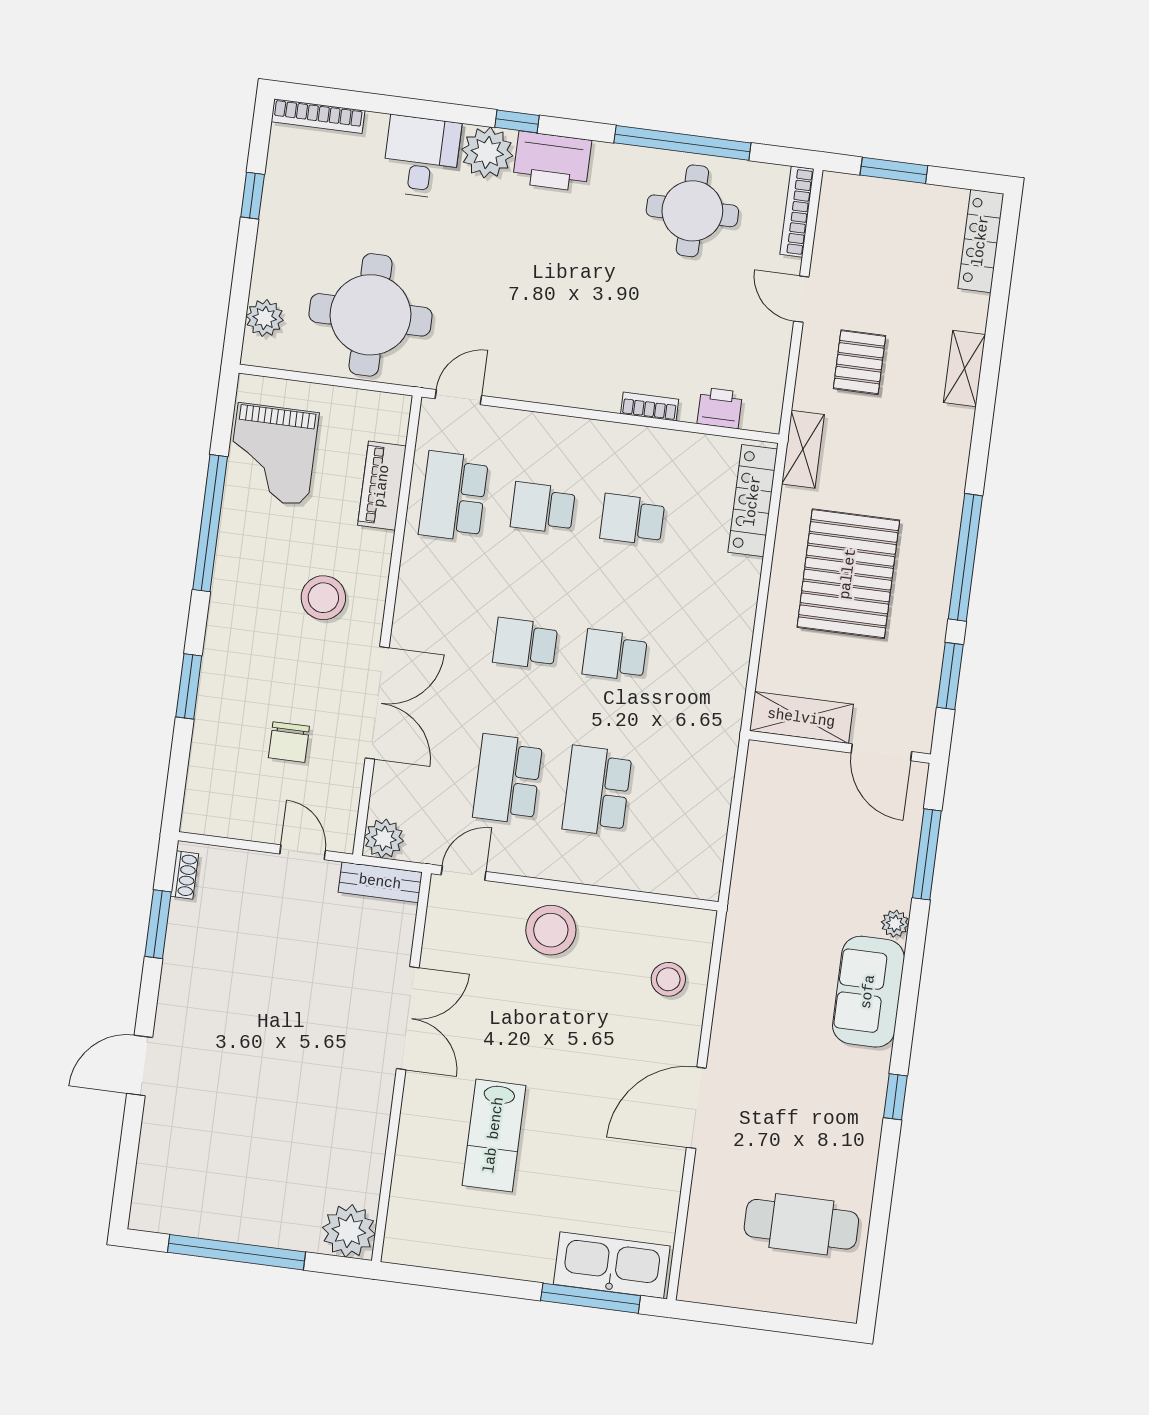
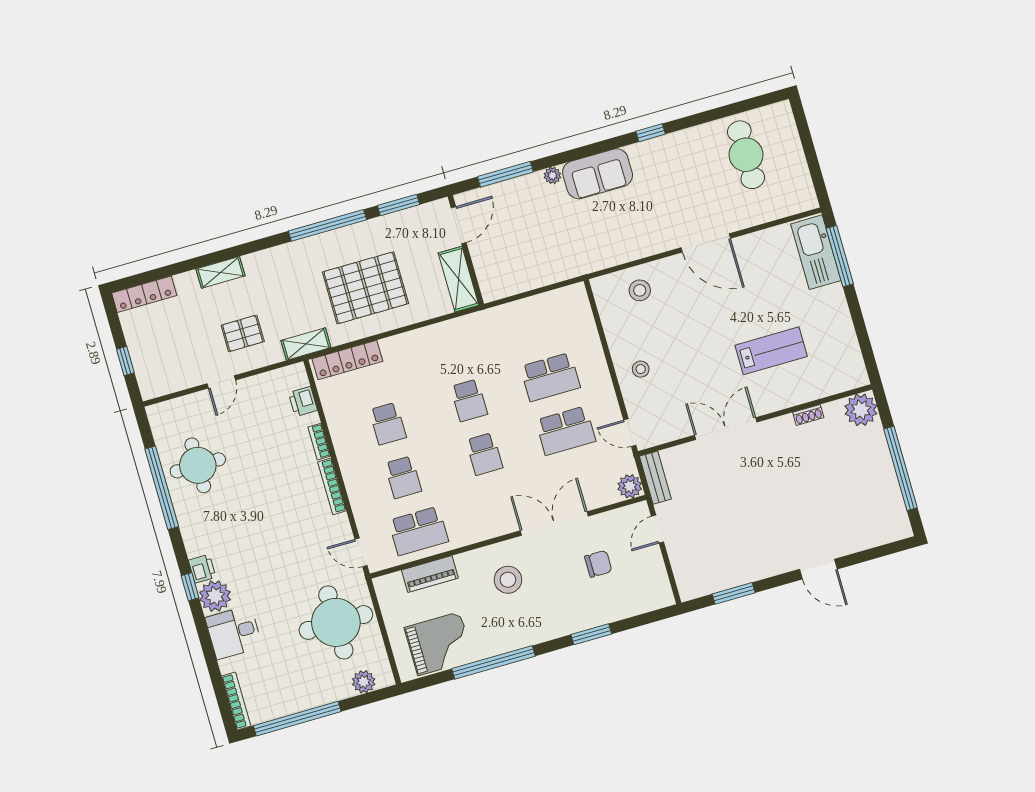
printer: (552, 161) -> (202, 569), width x0.53, depth x0.68
window: (894, 170) -> (125, 361), width x0.67
window: (253, 196) -> (297, 719), width x3.17
bookcase: (797, 212) -> (332, 486), moved, turned 90
shoe rack: (185, 875) -> (808, 415), moved, turned 180
stool: (551, 930) -> (641, 369), width x0.53, depth x0.53

